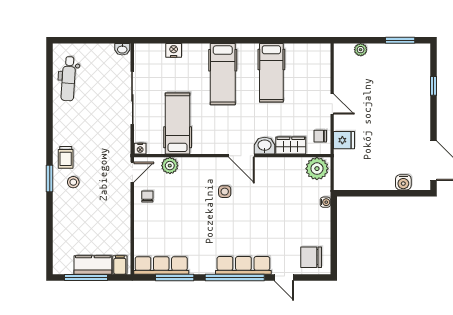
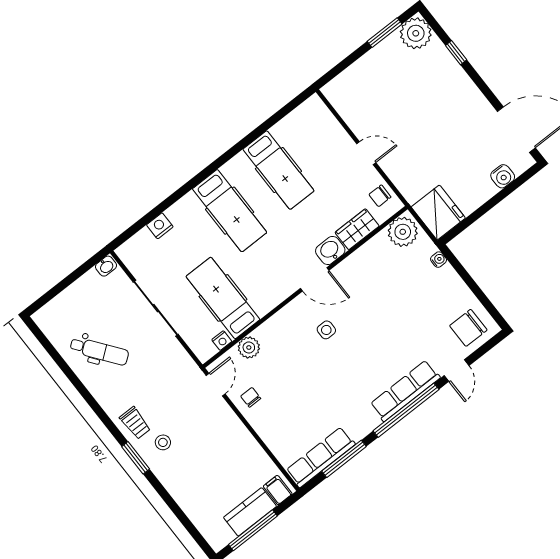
plant: (361, 50) -> (416, 33), moved, width x1.87, depth x1.87
dental chair: (68, 79) -> (99, 351), moved, turned -41
fridge: (344, 140) -> (438, 213), moved, width x1.88, depth x1.34
nightstand: (140, 149) -> (222, 341), moved
door: (284, 277) -> (457, 371), hinge flipped

